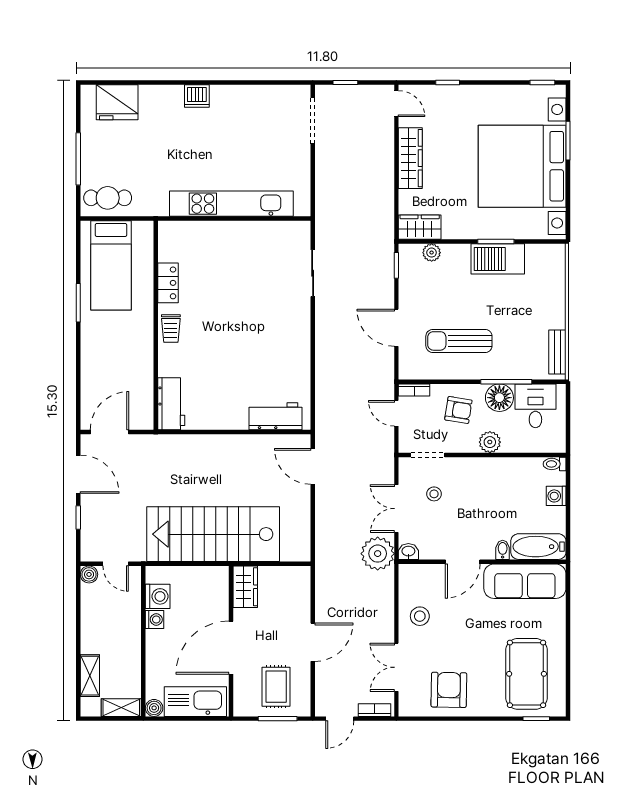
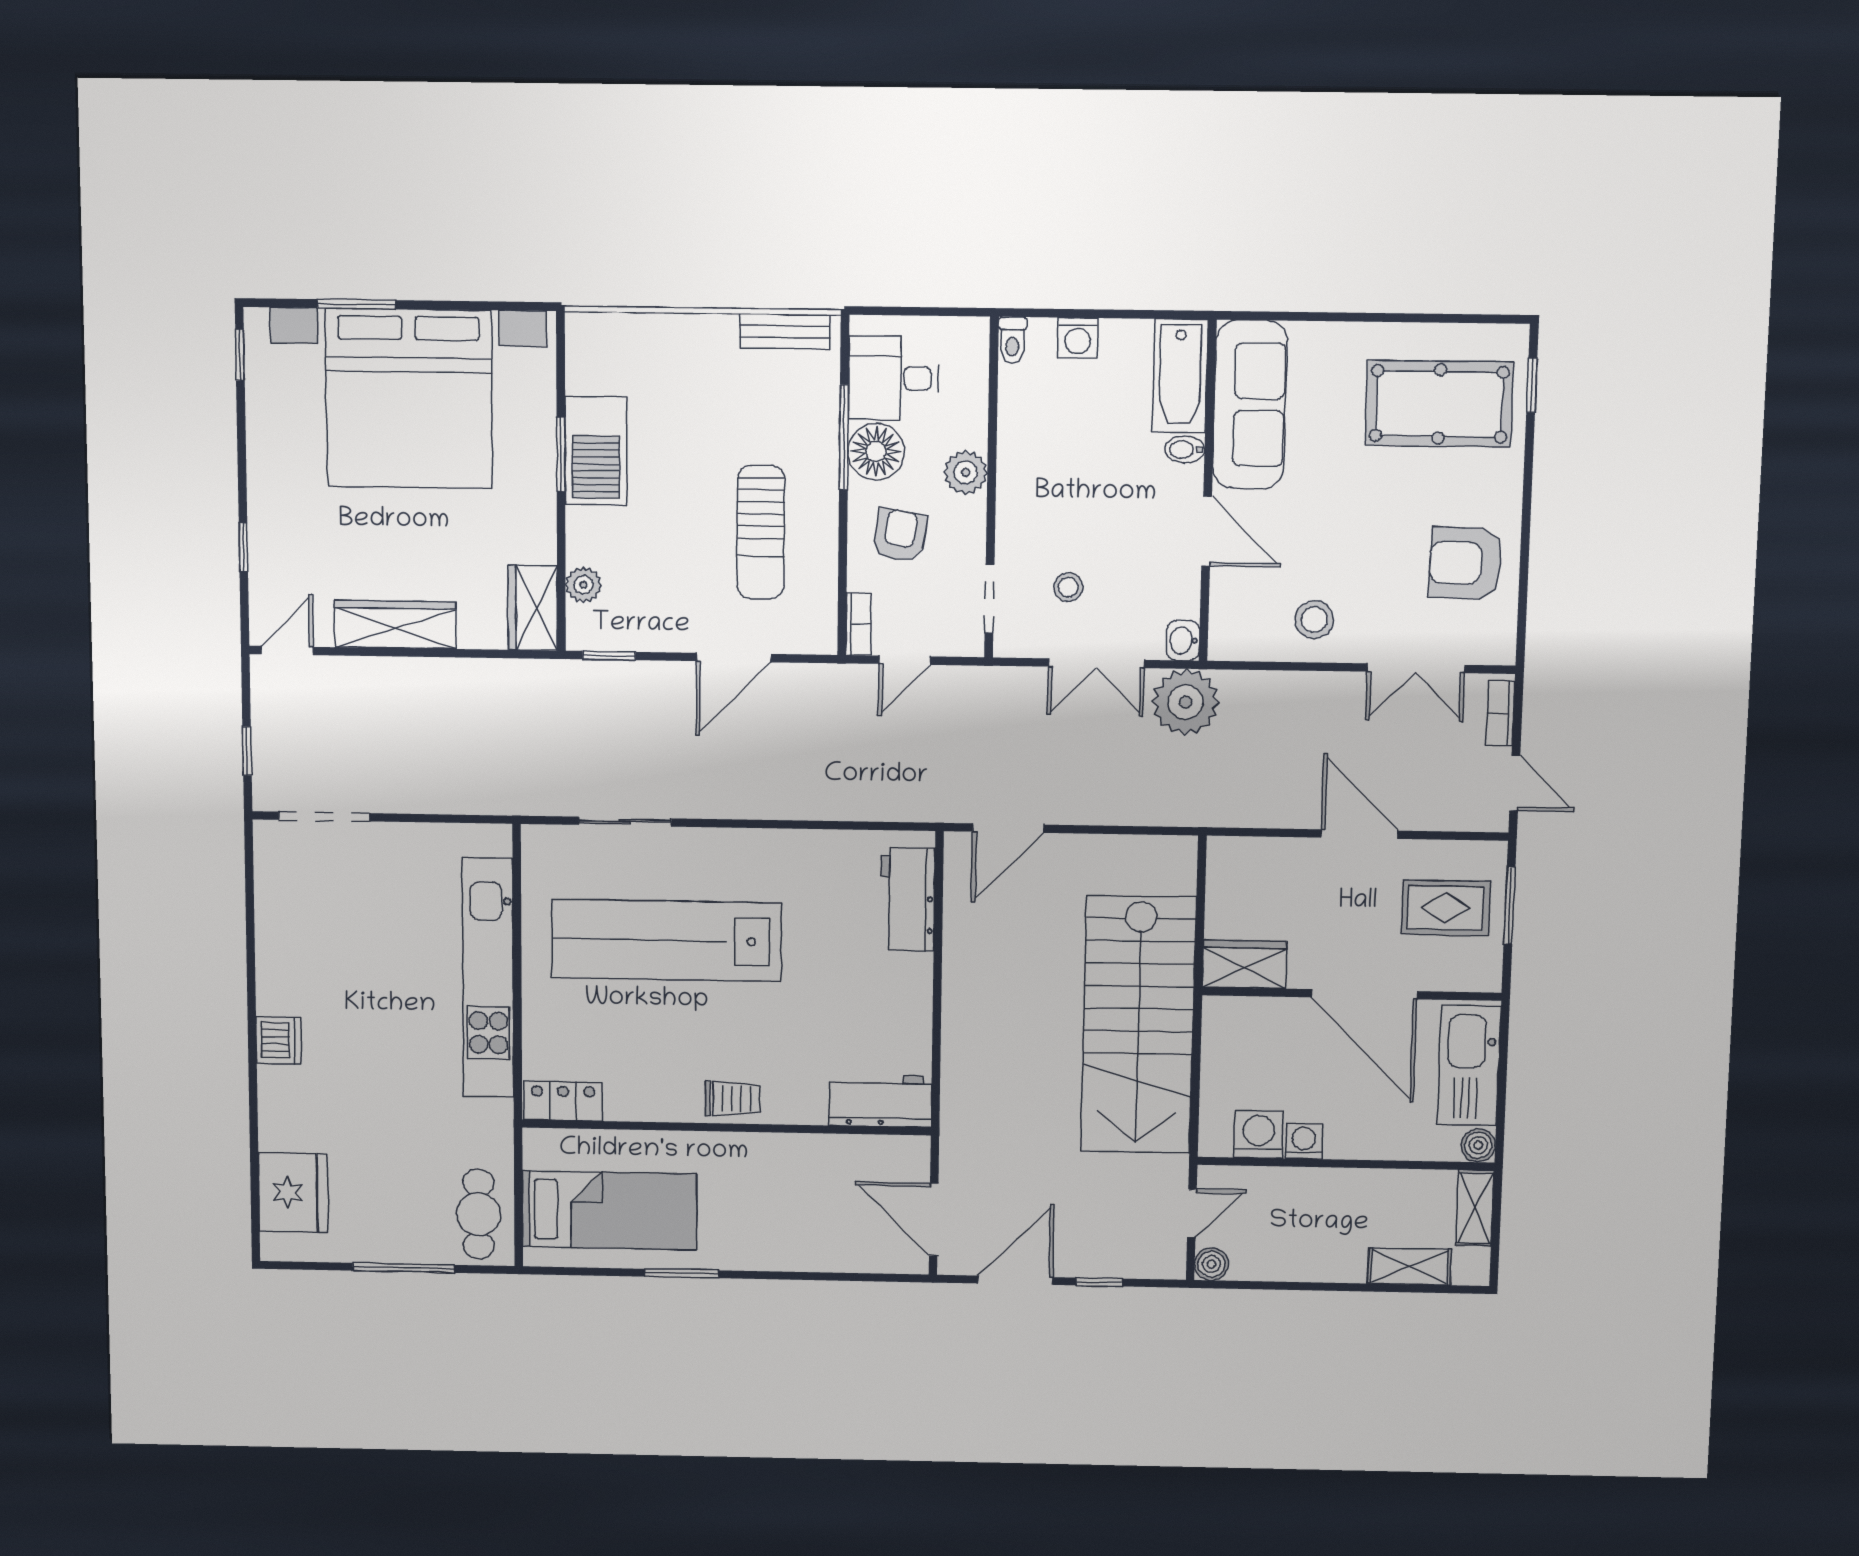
locker: (168, 283) -> (563, 1101), moved
lab bench: (252, 294) -> (666, 940), added

